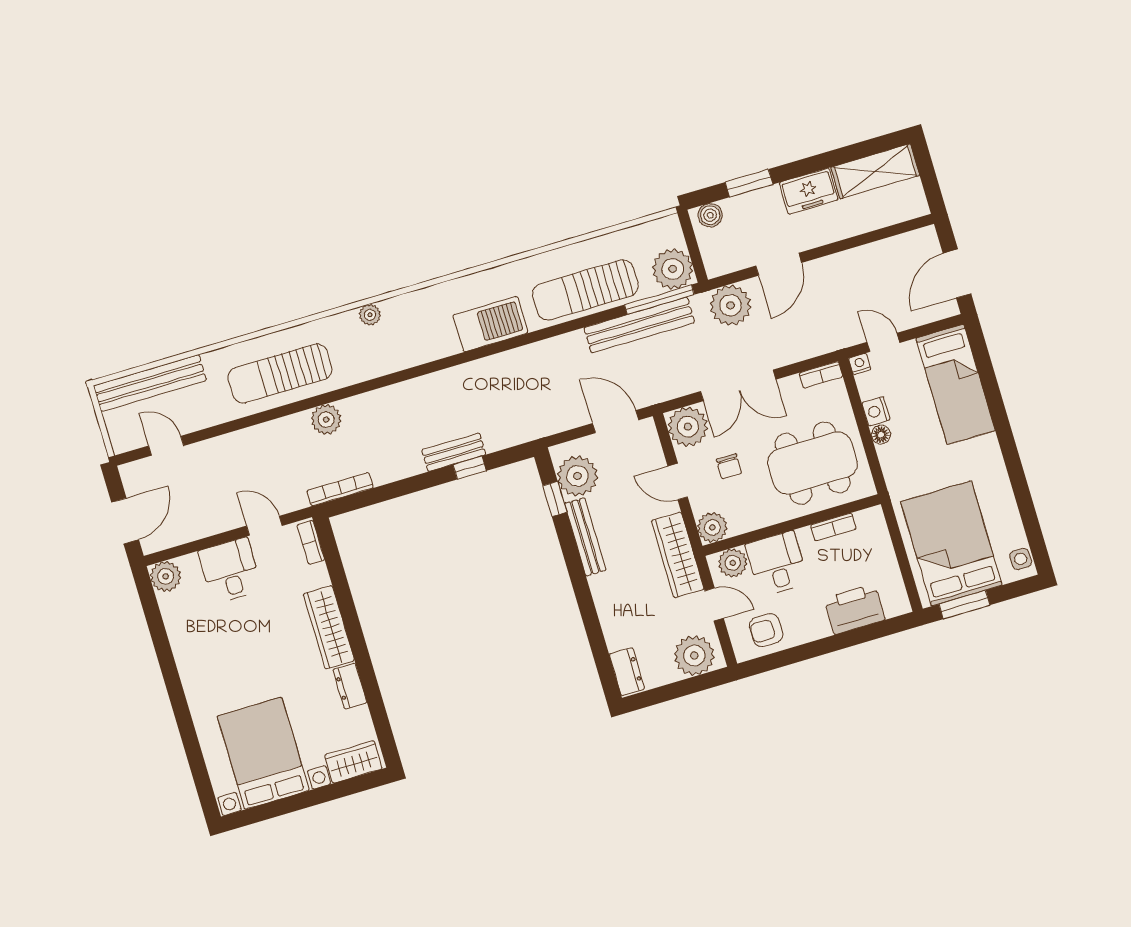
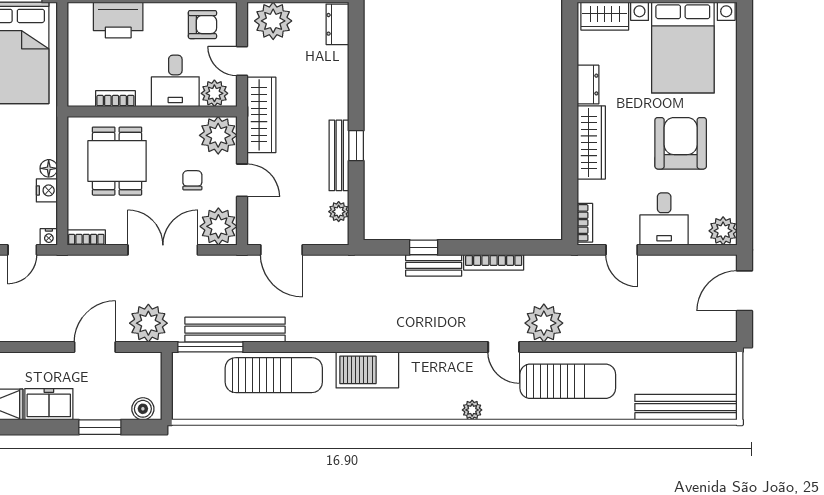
plant: (673, 269) -> (190, 371), removed
door: (883, 342) -> (22, 250), hinge flipped
plant: (326, 420) -> (544, 323), width x1.36, depth x1.36
door: (166, 446) -> (504, 347), moved
dining table: (813, 463) -> (117, 161), width x0.73
plant: (577, 476) -> (339, 212), width x0.53, depth x0.53
bookcase: (340, 489) -> (494, 262), moved
window: (555, 499) -> (356, 146), moved
plant: (712, 527) -> (218, 135), width x1.36, depth x1.36
armchair: (236, 654) -> (681, 143), added

